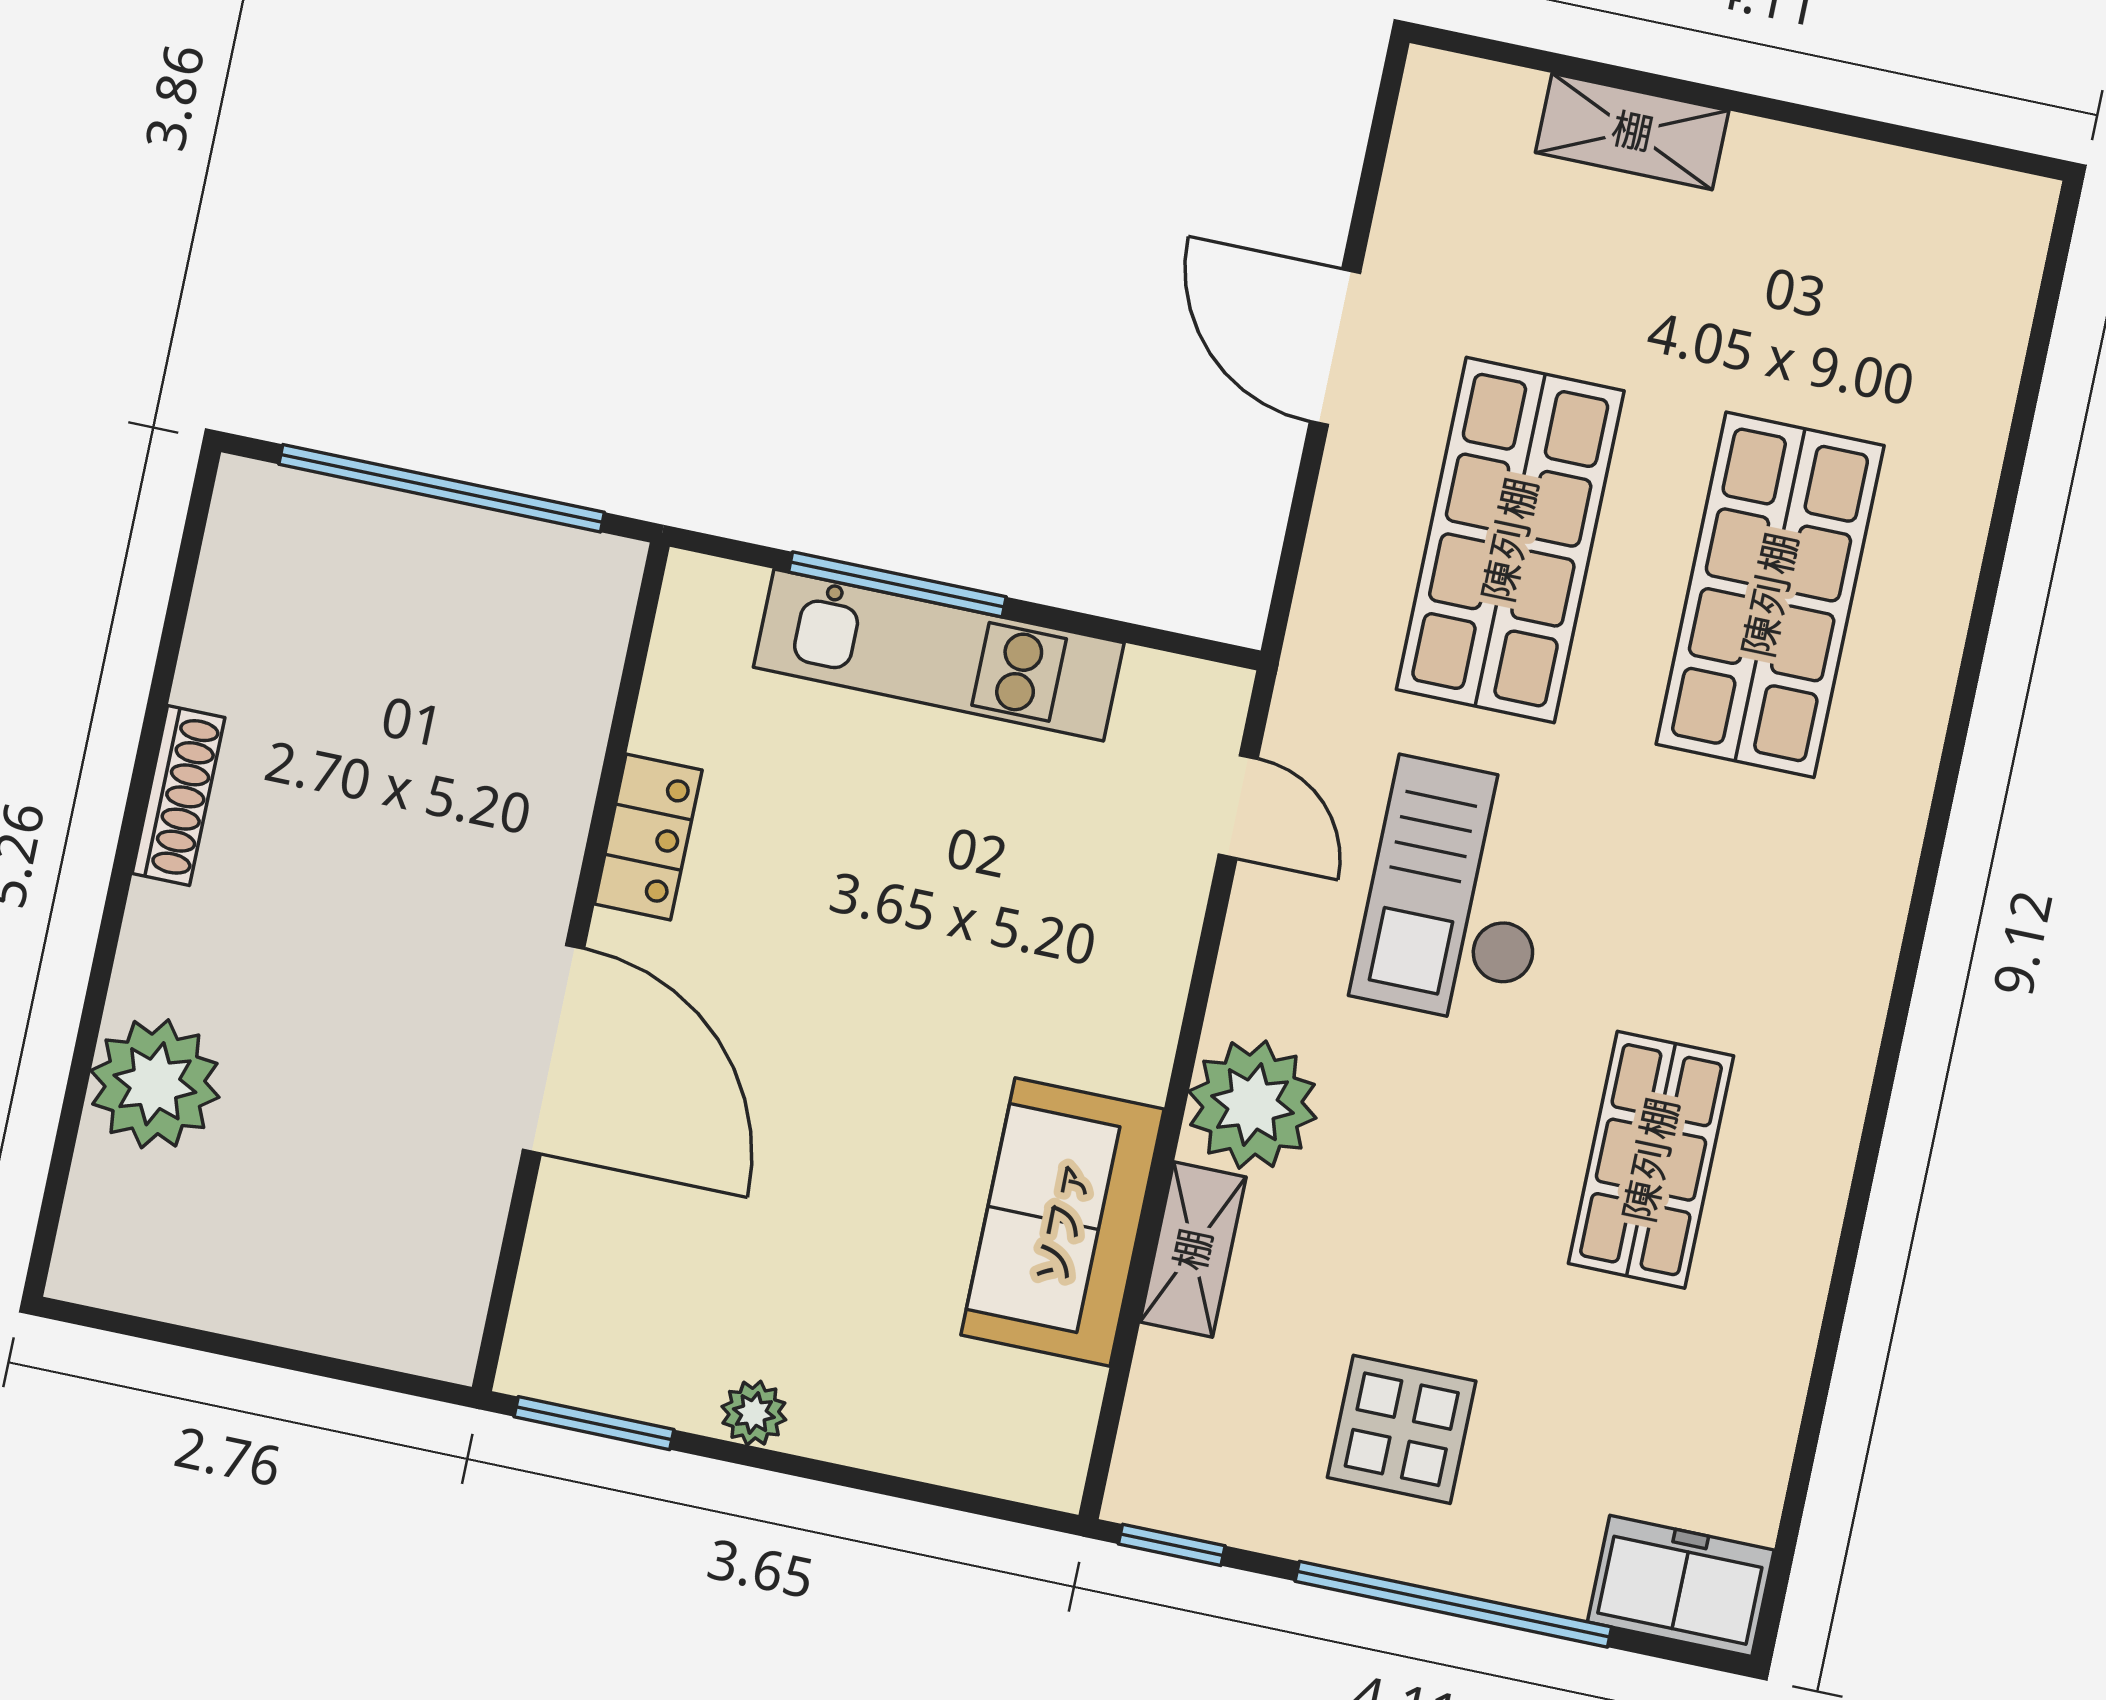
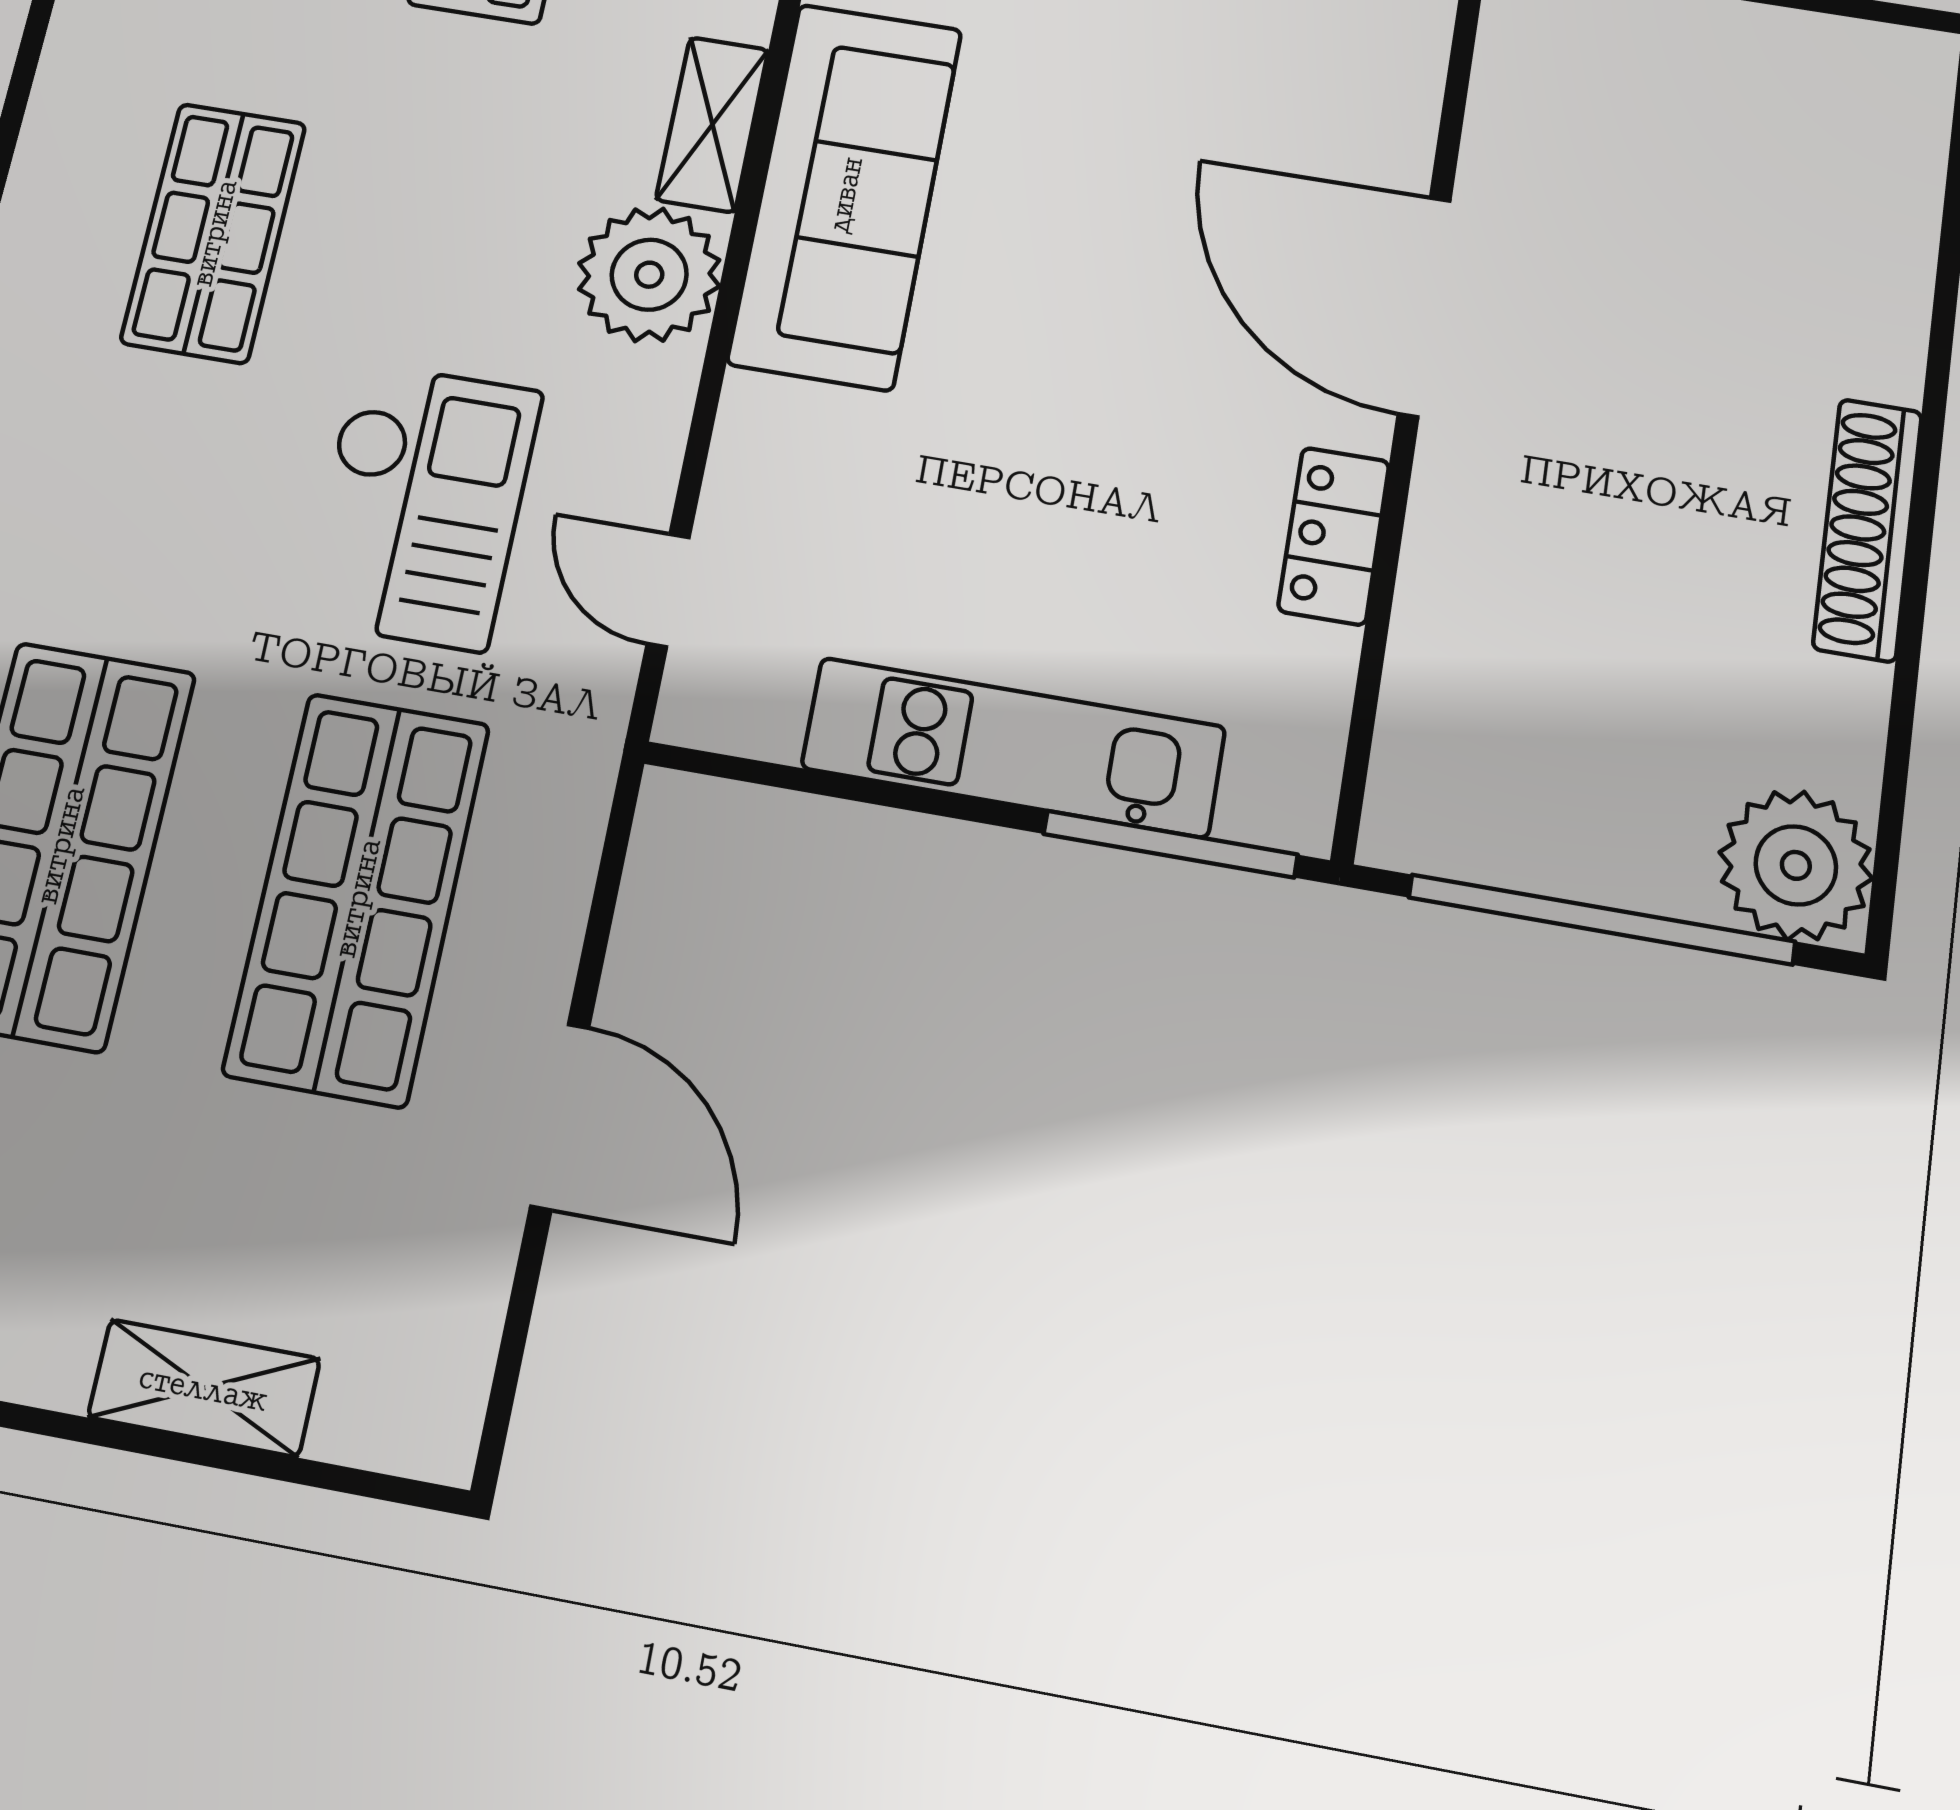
window: (897, 584) -> (1170, 844), moved
shoe rack: (178, 795) -> (1868, 530), width x1.36, depth x1.24
plant: (155, 1084) -> (1796, 865), moved
sofa: (1063, 1222) -> (845, 195), width x1.36

